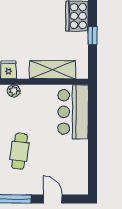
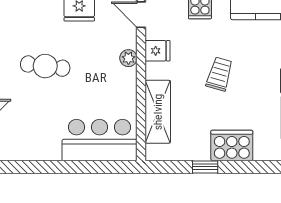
trolley: (25, 25) -> (220, 74), added

